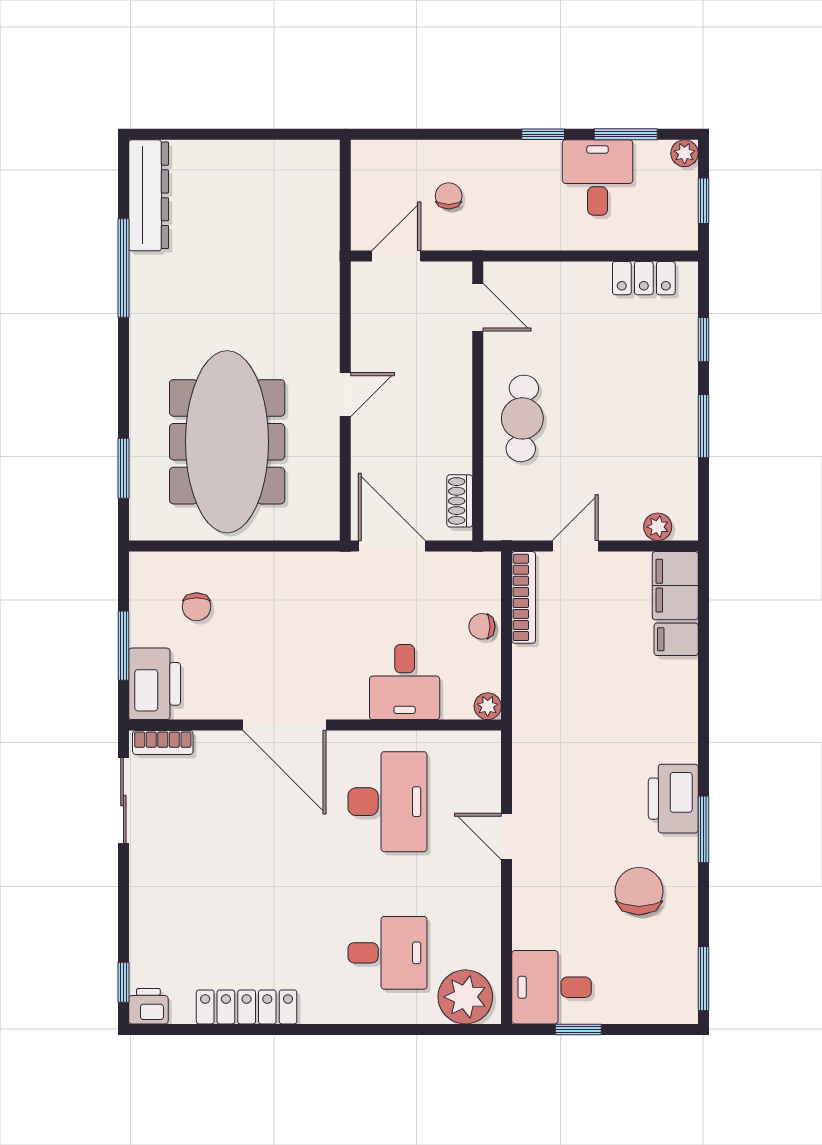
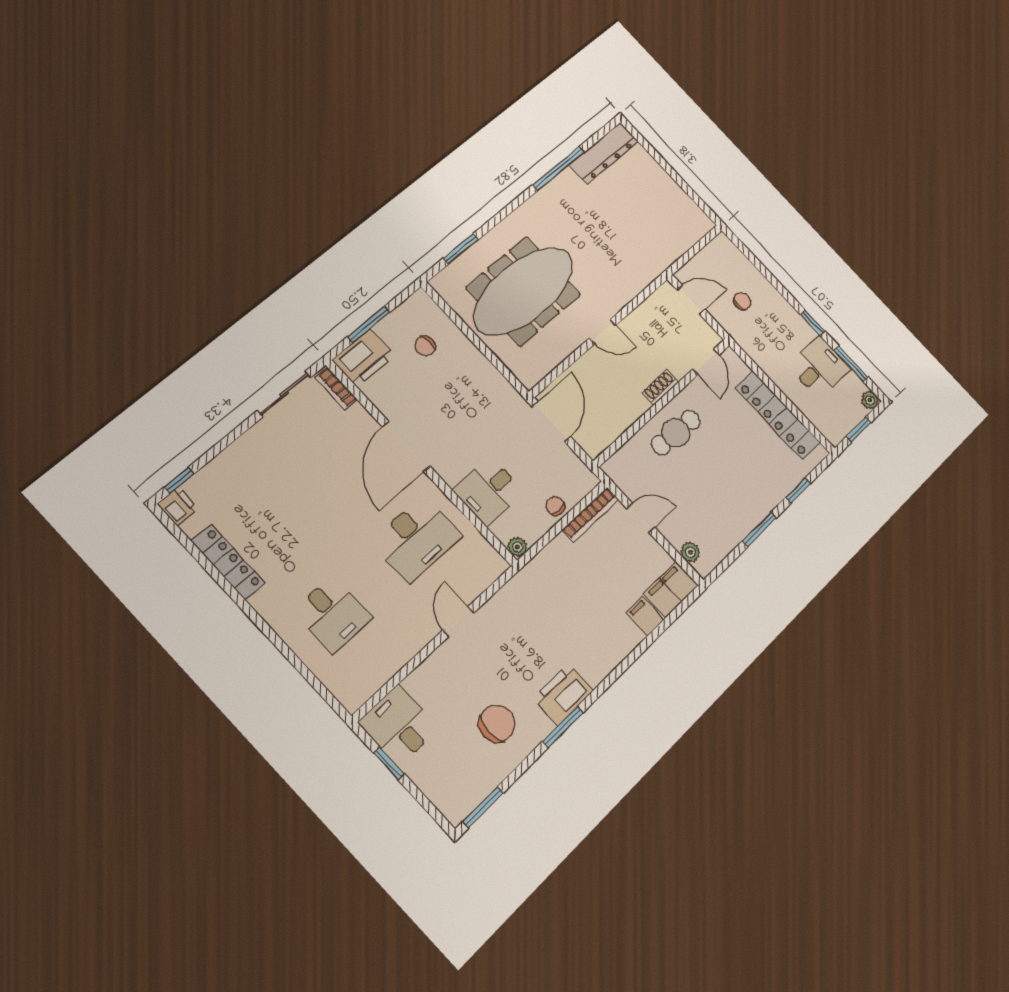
locker: (644, 278) -> (778, 415), width x2.16, depth x1.21
shoe rack: (460, 501) -> (660, 387), moved
plant: (465, 997) -> (348, 681), removed

